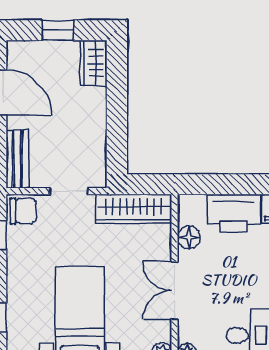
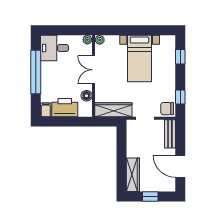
wardrobe: (94, 63) -> (133, 175), width x1.50
double door: (175, 291) -> (93, 70), swing flipped

